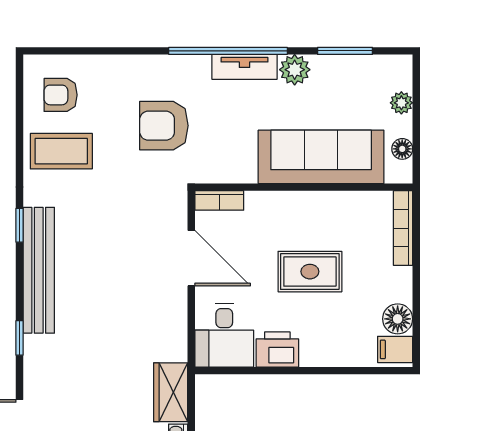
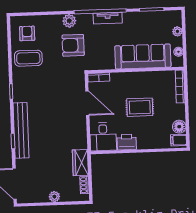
plant: (295, 70) -> (69, 21), moved
armchair: (61, 95) -> (27, 33), turned 90
bench: (39, 270) -> (21, 130), moved

